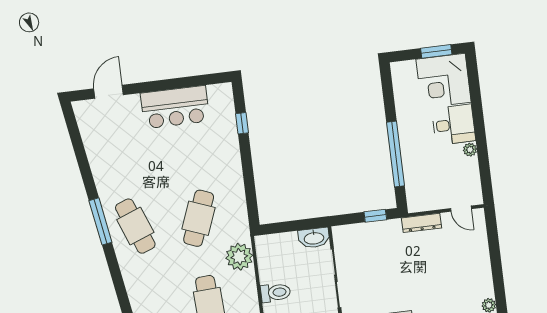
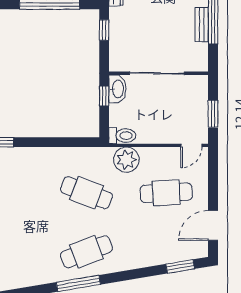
window: (305, 224) -> (104, 96), added
toilet: (276, 293) -> (122, 136), moved, turned 90

